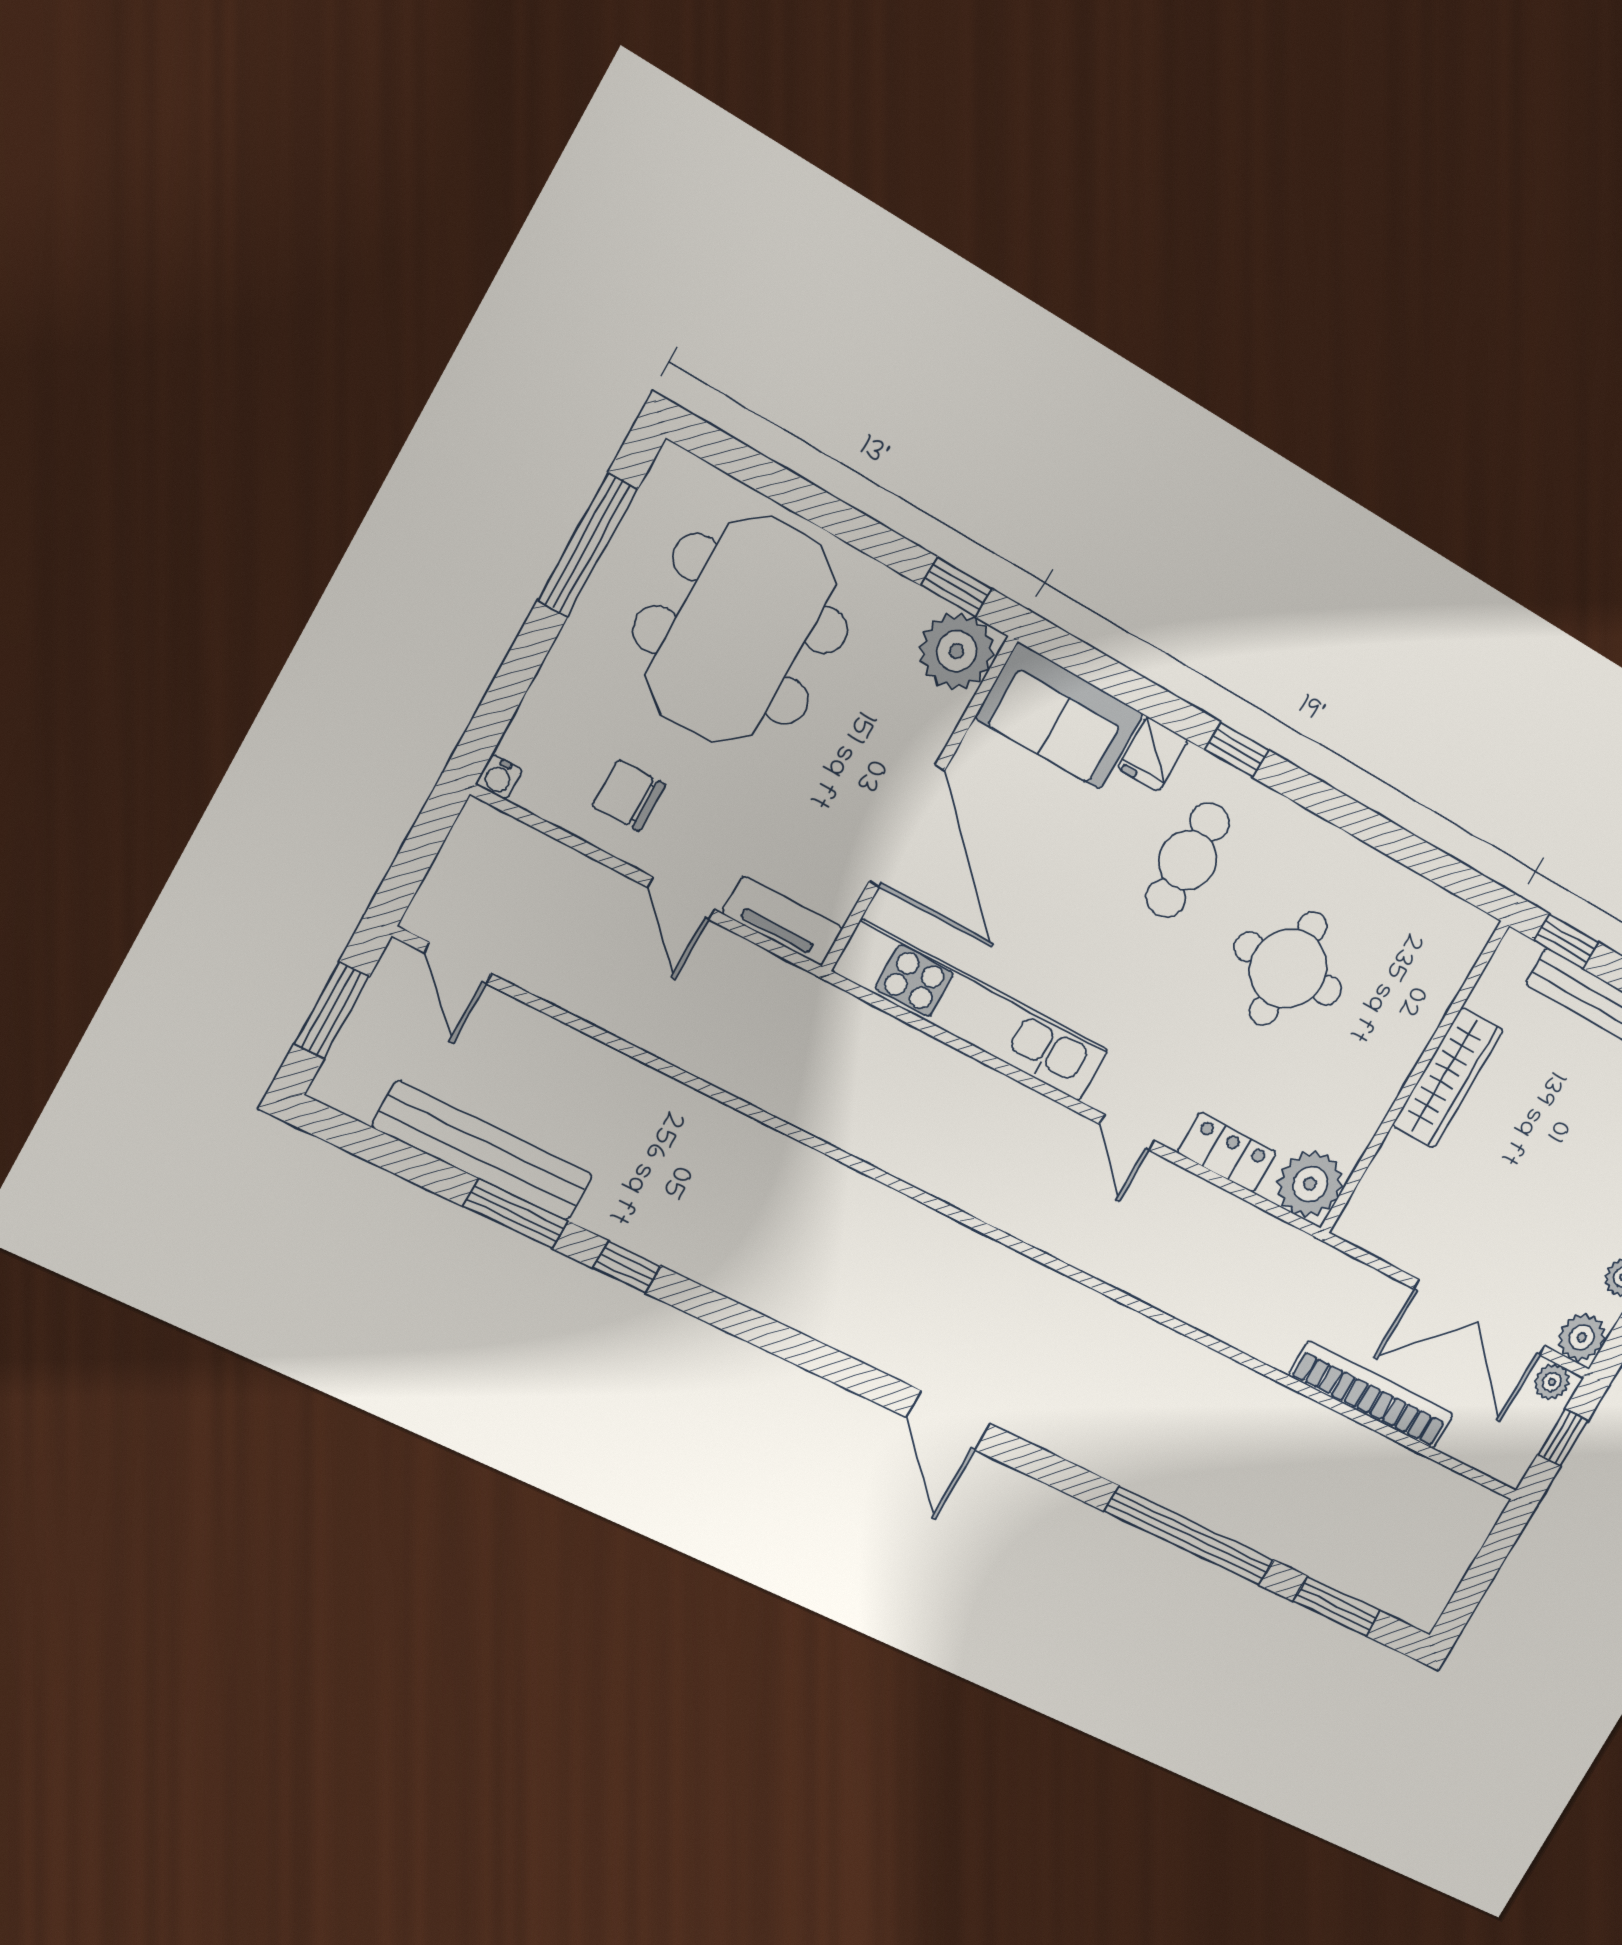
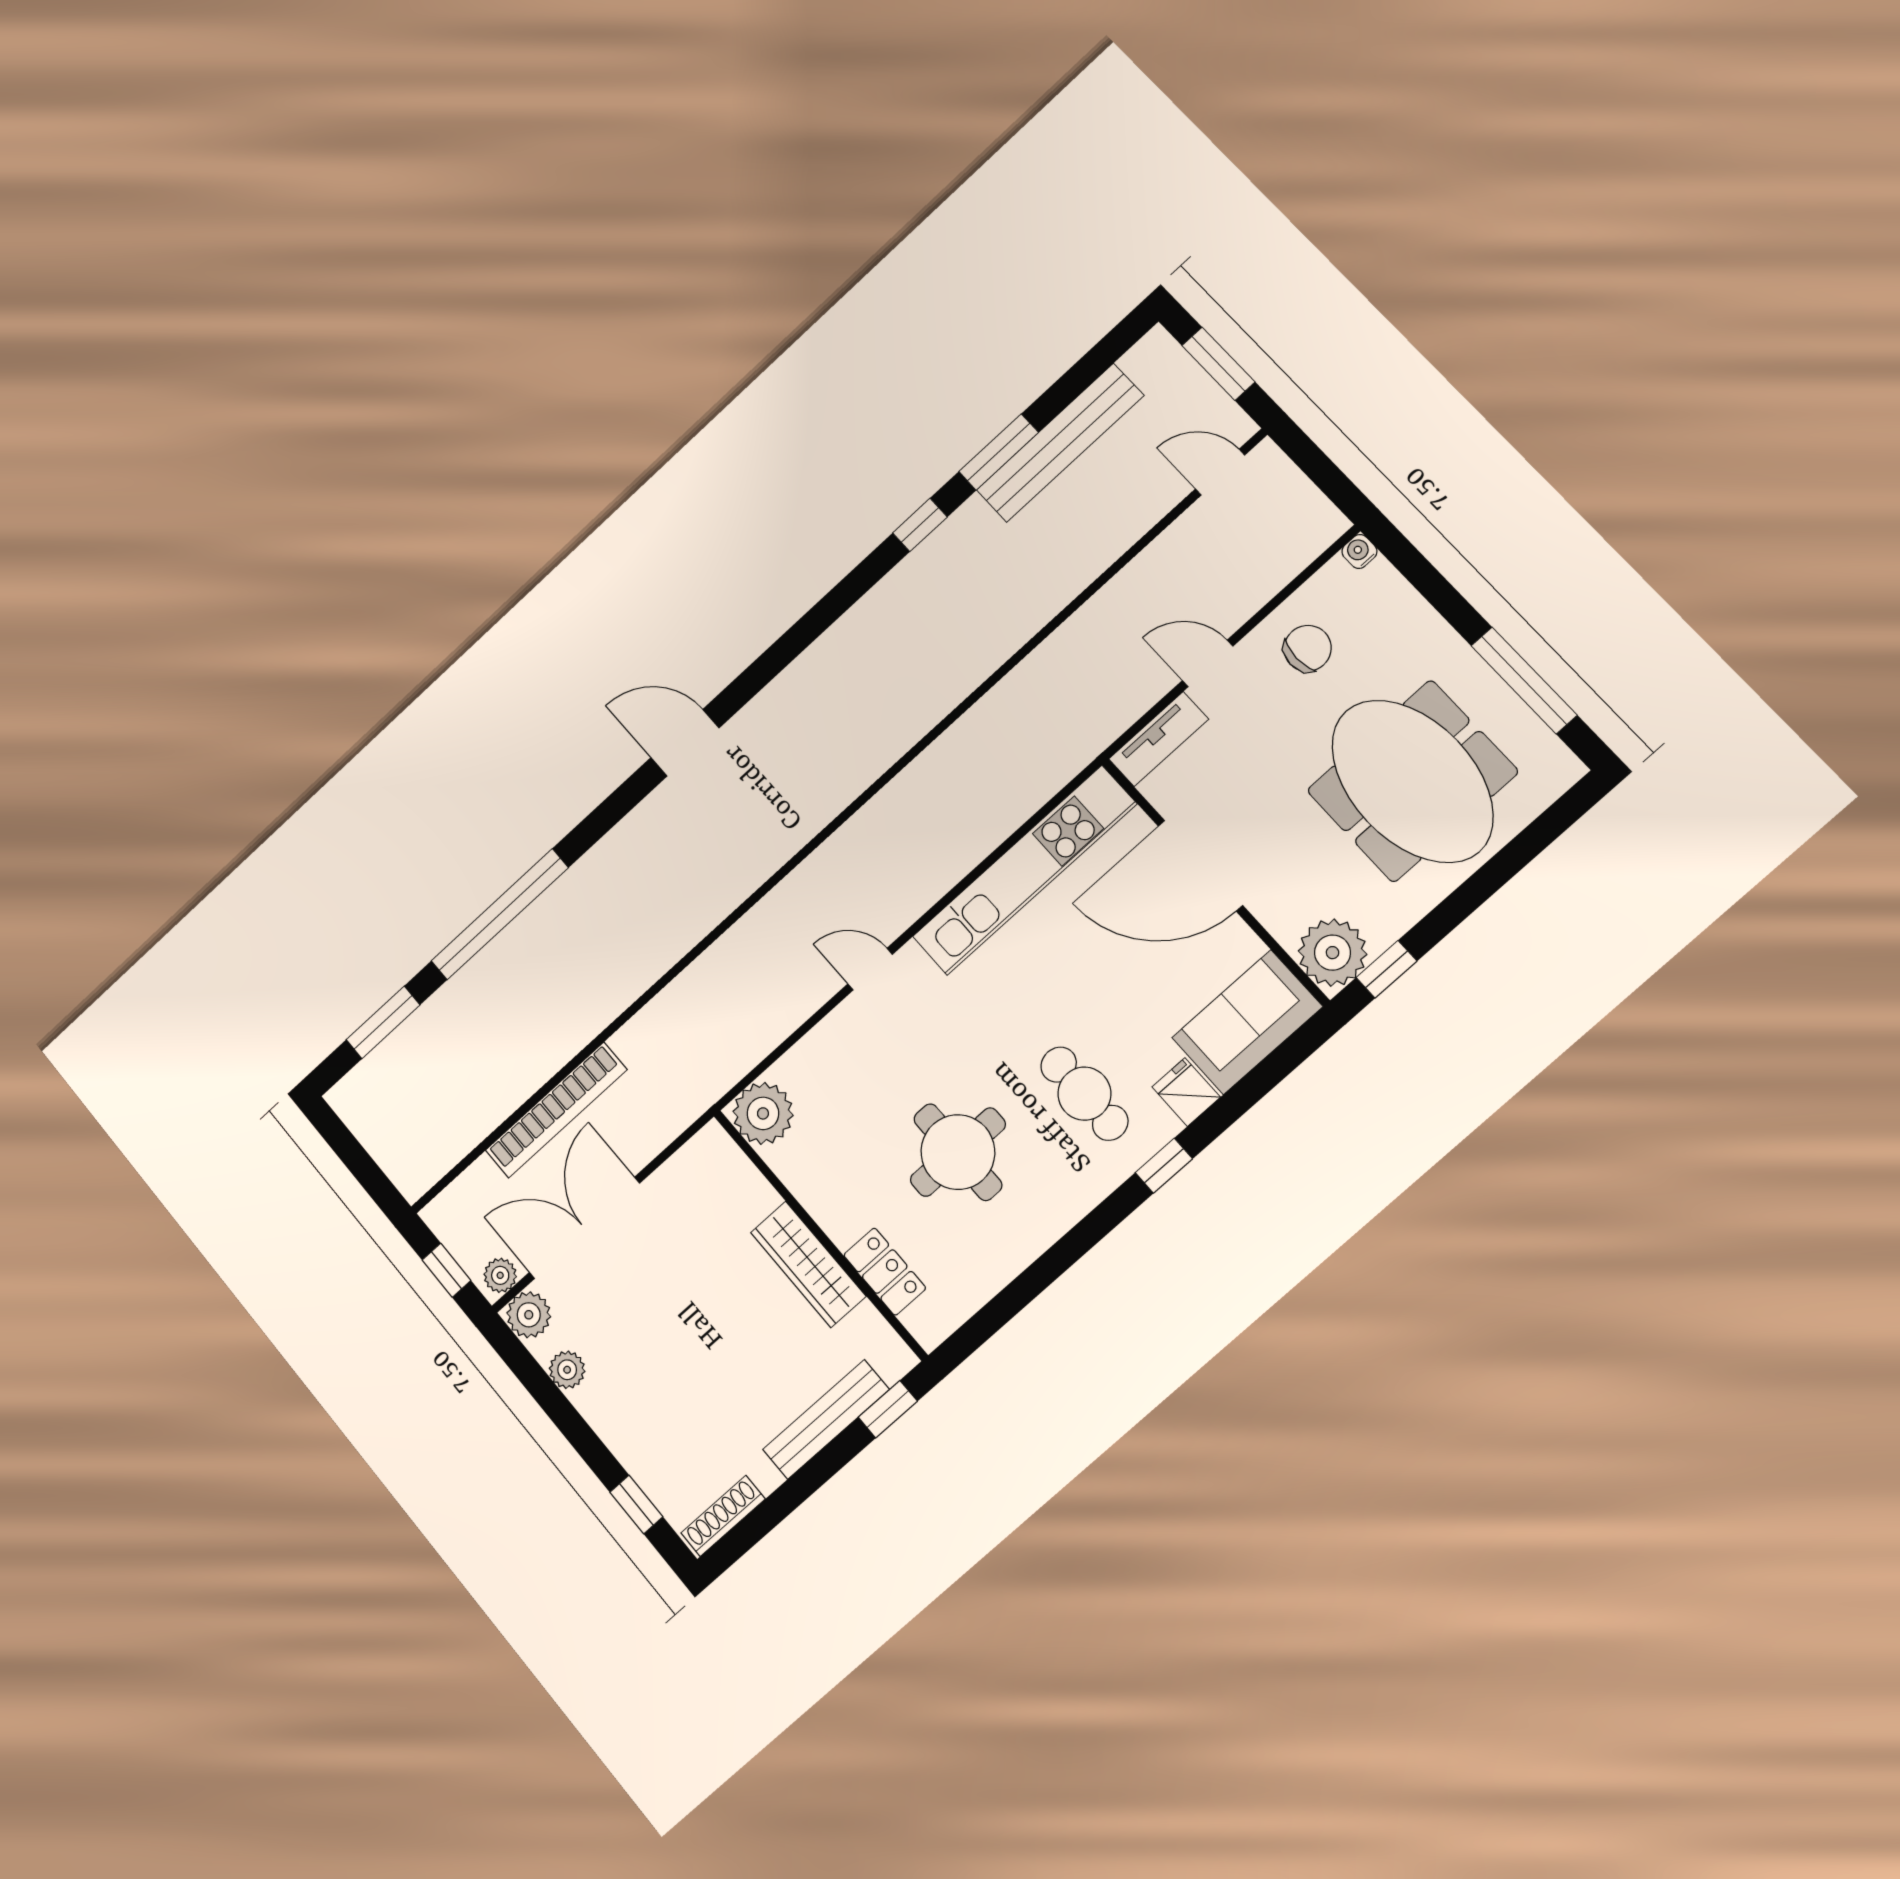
locker: (1227, 1152) -> (885, 1272), moved, turned -90

